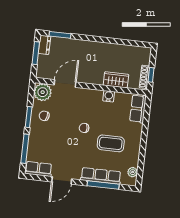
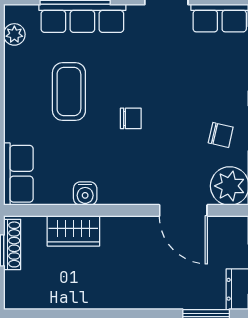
door: (65, 83) -> (183, 210), hinge flipped
coffee table: (111, 143) -> (69, 92), turned 90

